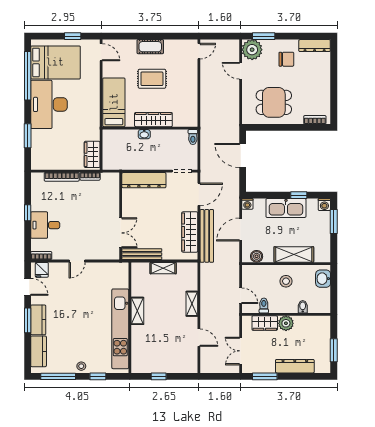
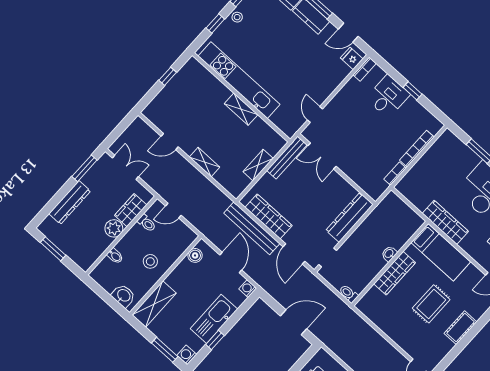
wardrobe: (92, 154) -> (445, 222), moved, width x1.50
shelving: (294, 254) -> (154, 304), moved
door: (77, 261) -> (315, 115), moved

